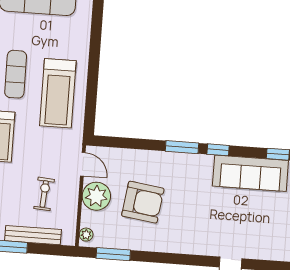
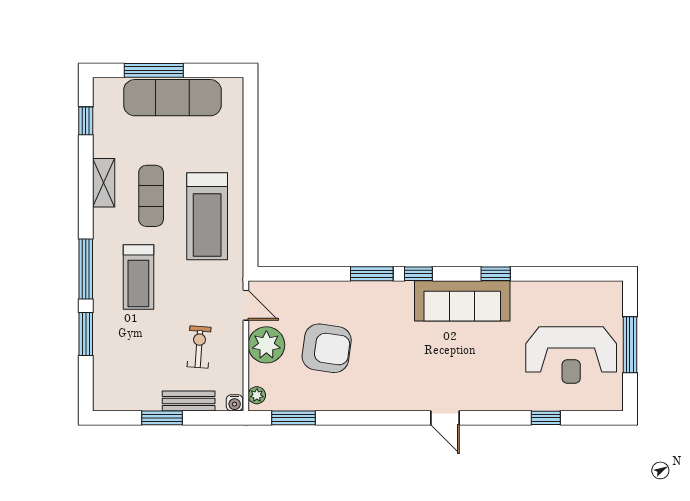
bench: (33, 235) -> (189, 401), width x0.73
water cooler: (68, 239) -> (235, 403), added

